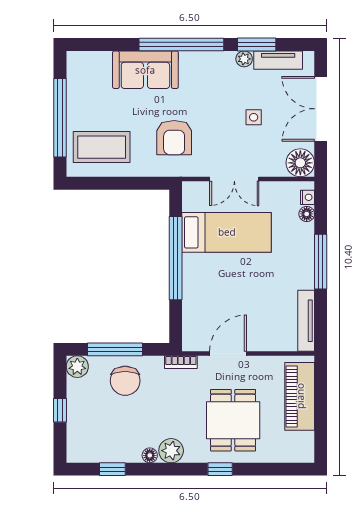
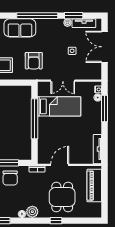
floor lamp: (300, 163) -> (95, 73), removed
window: (321, 262) -> (104, 108), moved

